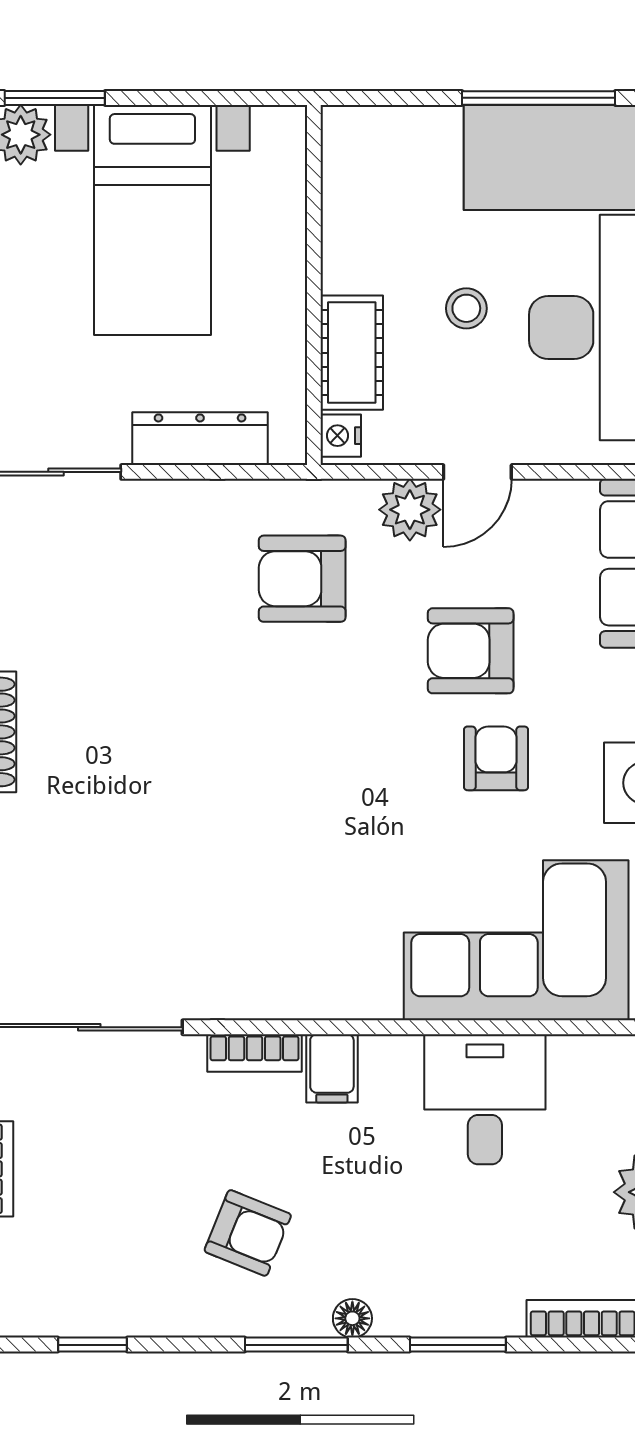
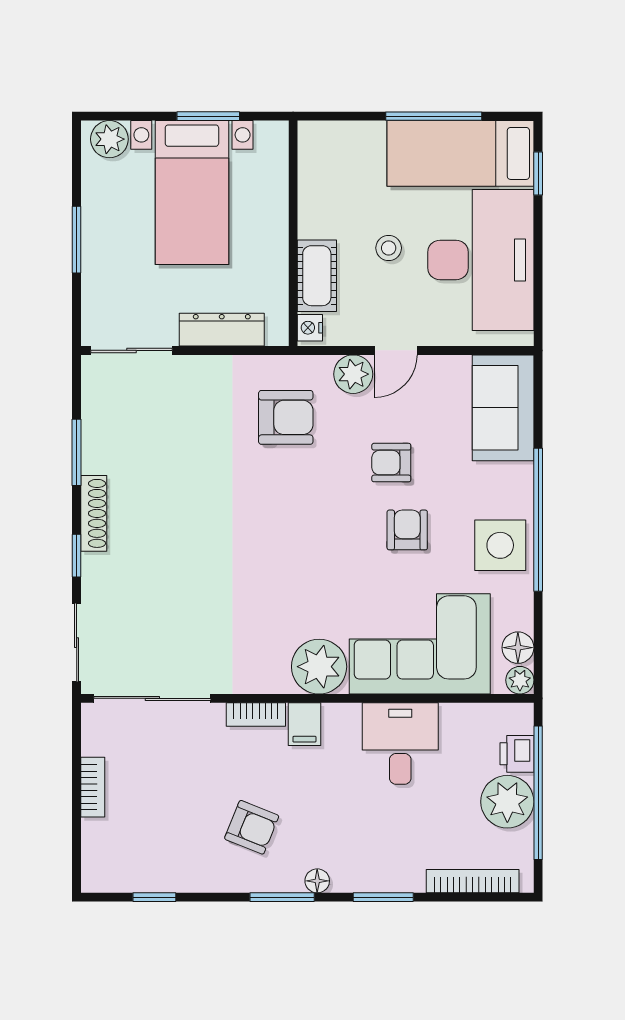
window: (55, 98) -> (208, 116), moved
armchair: (302, 579) -> (286, 417), turned 180
armchair: (471, 651) -> (391, 463), width x0.72, depth x0.72
plant: (355, 977) -> (319, 667), added

